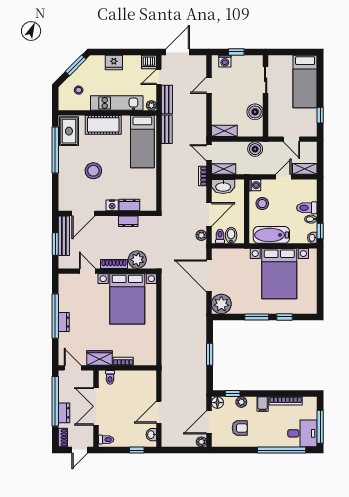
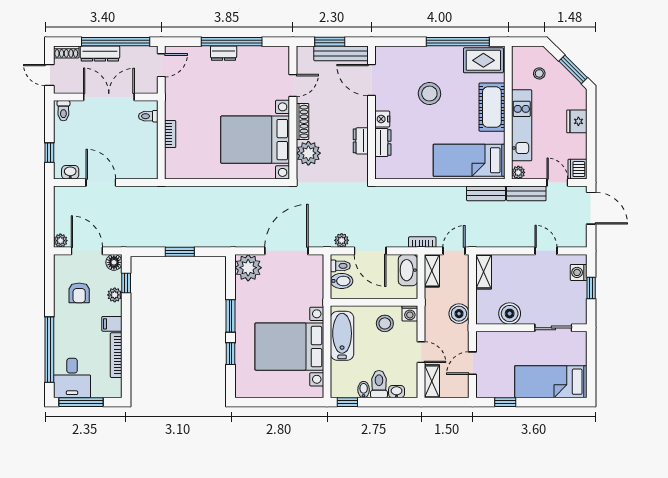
washbasin: (312, 238) -> (397, 392), moved
wardrobe: (99, 358) -> (175, 102), removed
dresser: (64, 413) -> (100, 53), width x1.44

